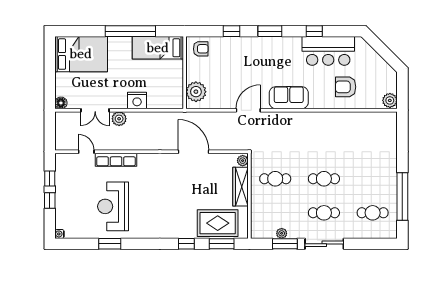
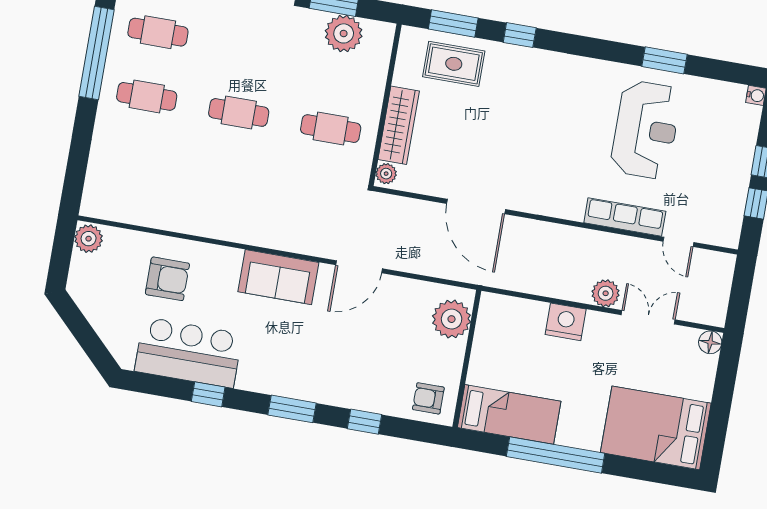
cafe table: (324, 213) -> (147, 96), moved
rug: (218, 223) -> (454, 64), width x0.73, depth x0.70
plant: (282, 233) -> (344, 33), width x1.87, depth x1.87

